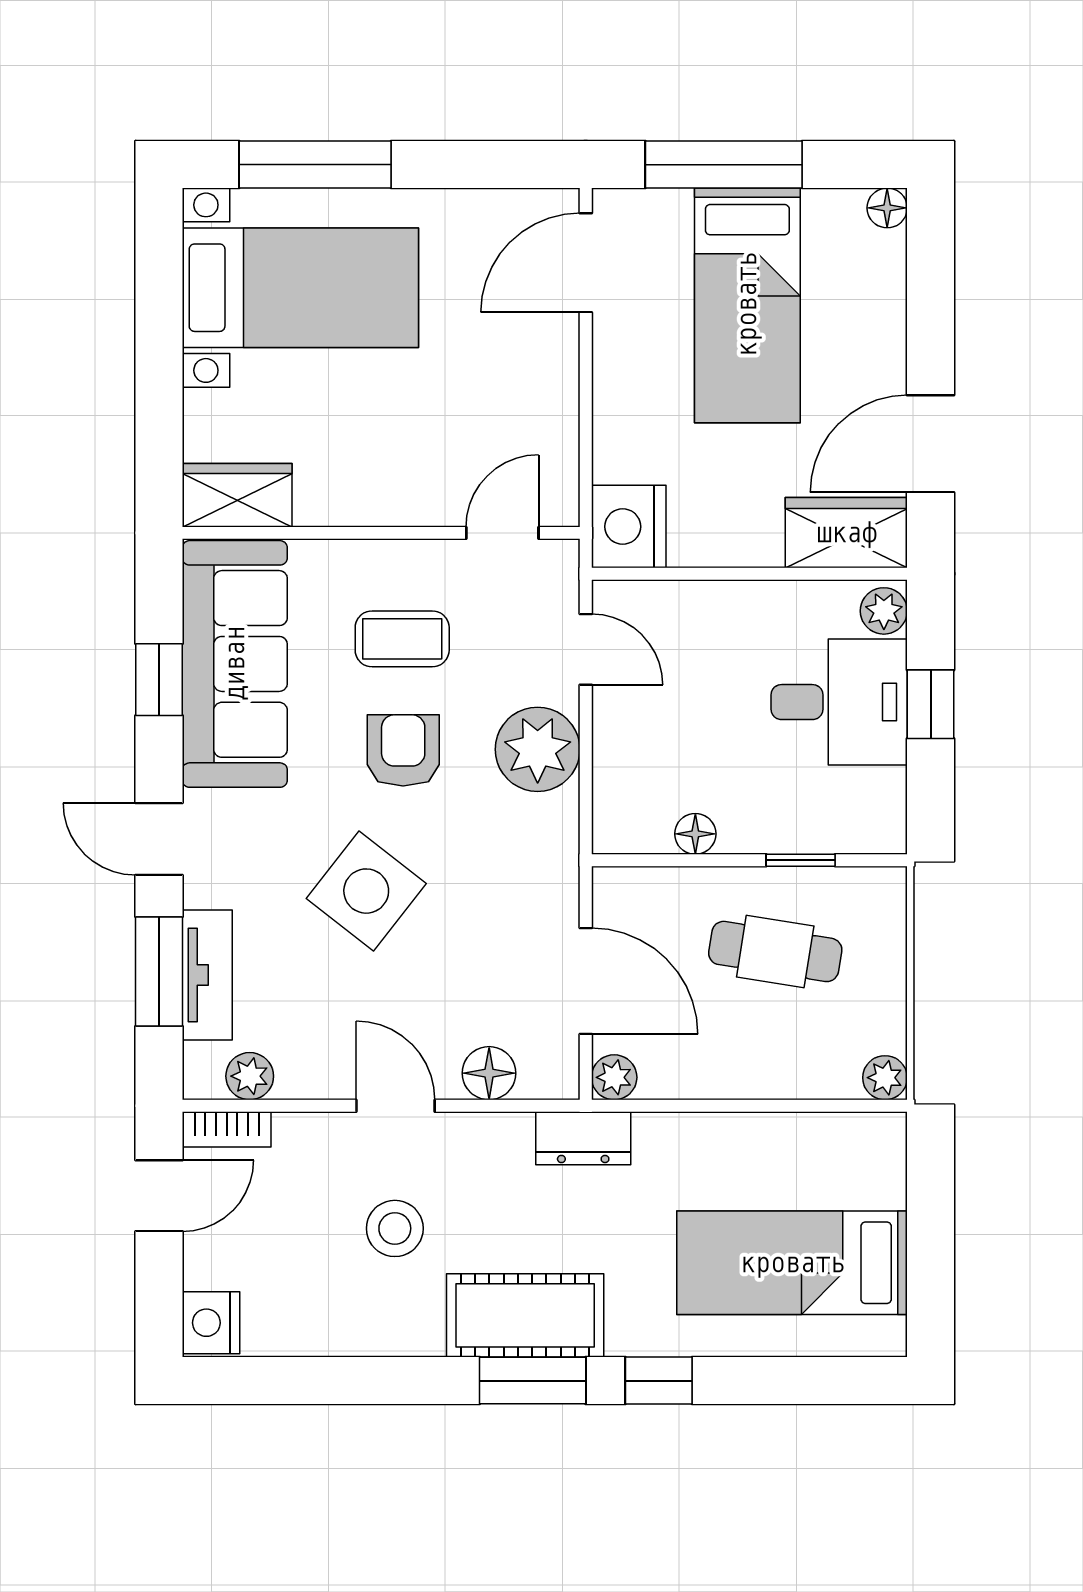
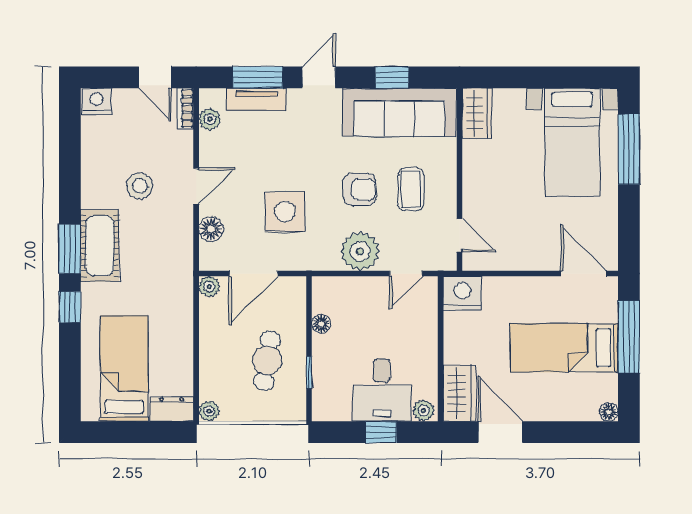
side table: (366, 891) -> (285, 212), moved, turned -38
dresser: (583, 1138) -> (172, 409), moved, turned 90

